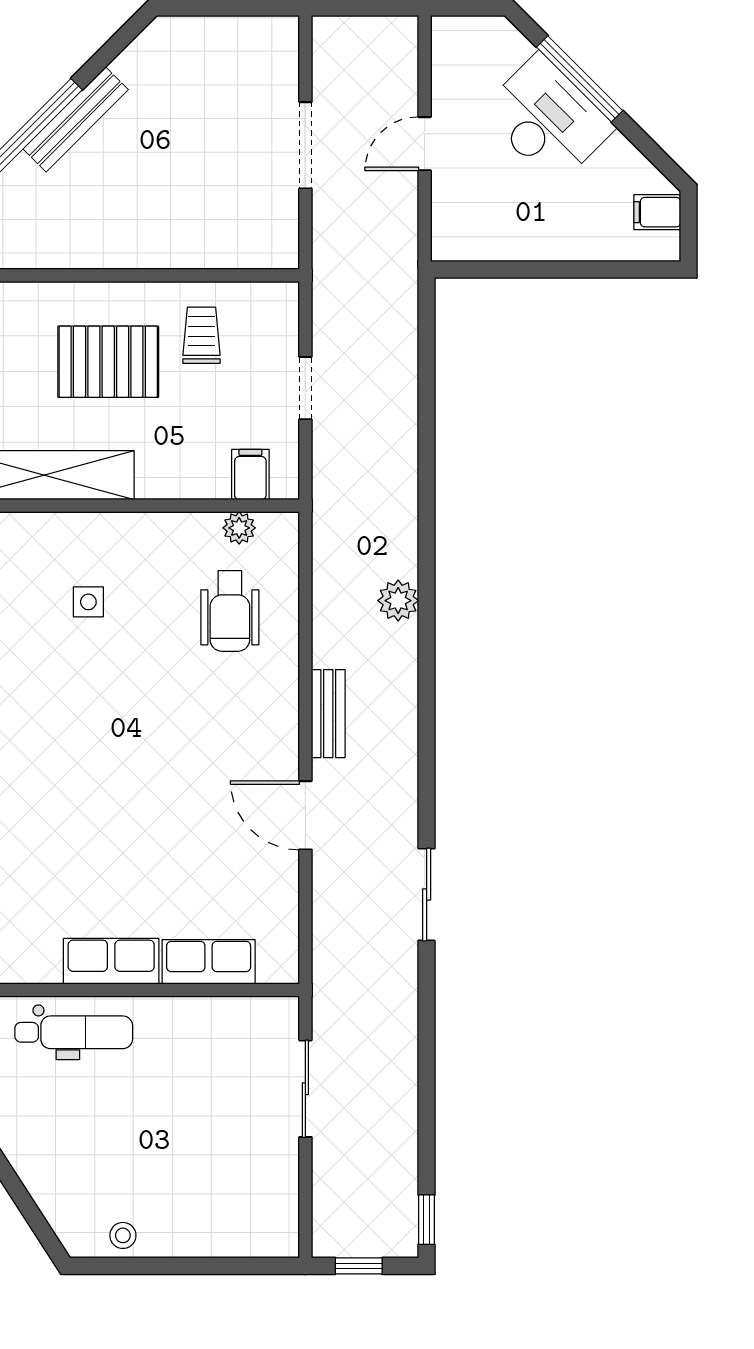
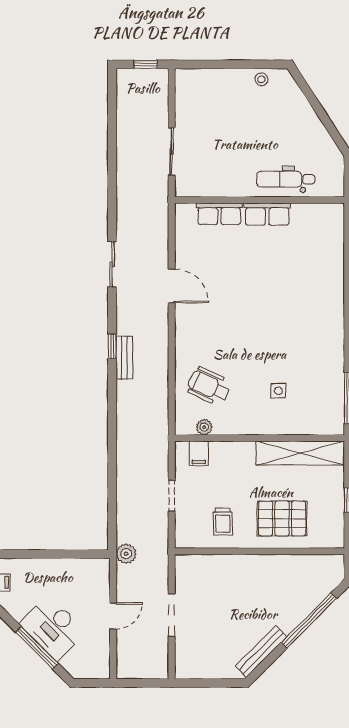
bench: (76, 119) -> (261, 651), moved
pallet: (108, 362) -> (282, 518), moved
plant: (398, 601) -> (126, 554), moved
wheelchair: (230, 611) -> (209, 386), turned -65
bench: (328, 714) -> (124, 358), moved
sliding door: (427, 895) -> (112, 264), moved
window: (427, 1220) -> (112, 347), moved

